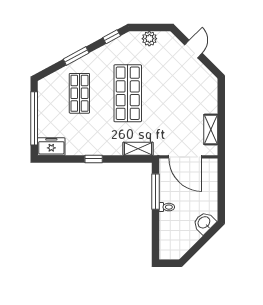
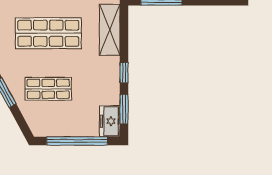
shelving: (138, 149) -> (110, 30), width x1.50, depth x1.33
window: (62, 159) -> (124, 109), added

